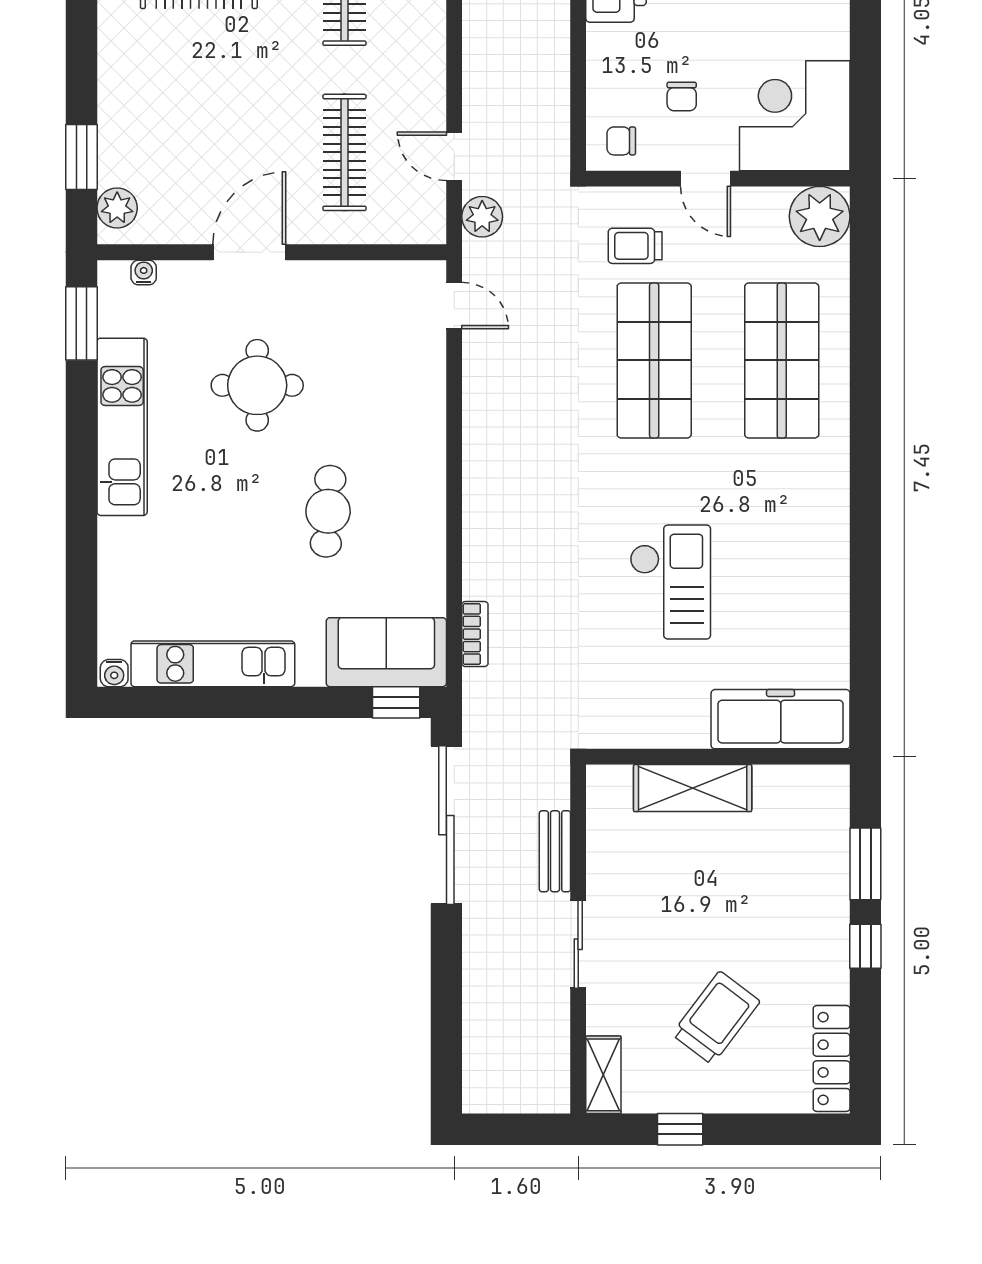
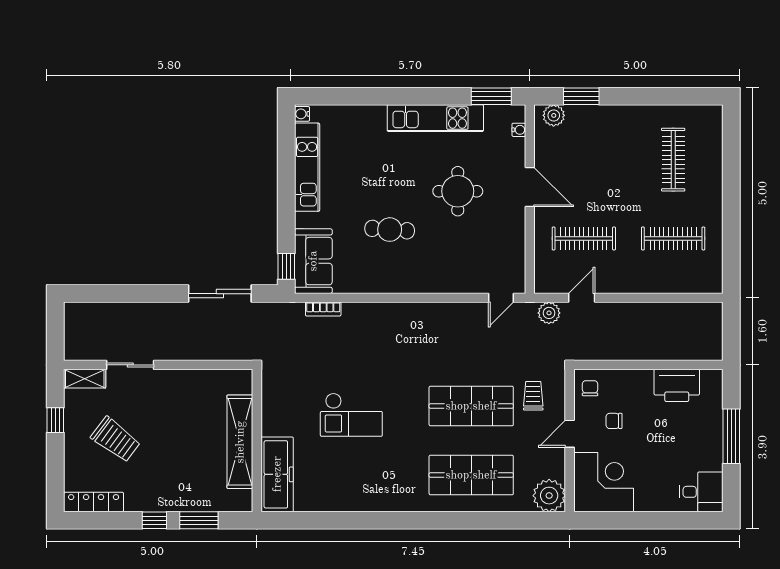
shelving: (693, 788) -> (240, 442), width x1.47
sliding door: (446, 825) -> (220, 294), width x0.73
bench: (555, 851) -> (206, 352), removed
sliding door: (578, 944) -> (130, 365), moved

